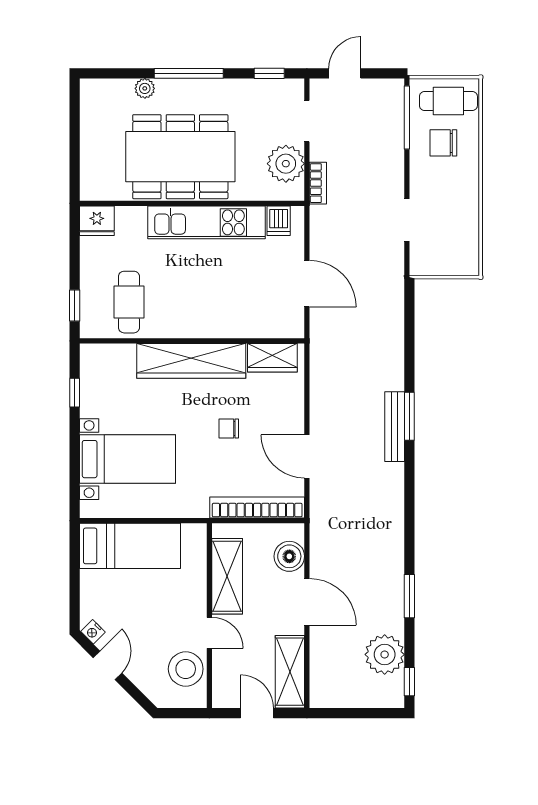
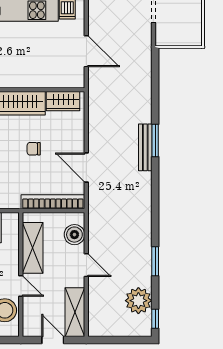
door: (307, 602) -> (86, 265), width x0.73

